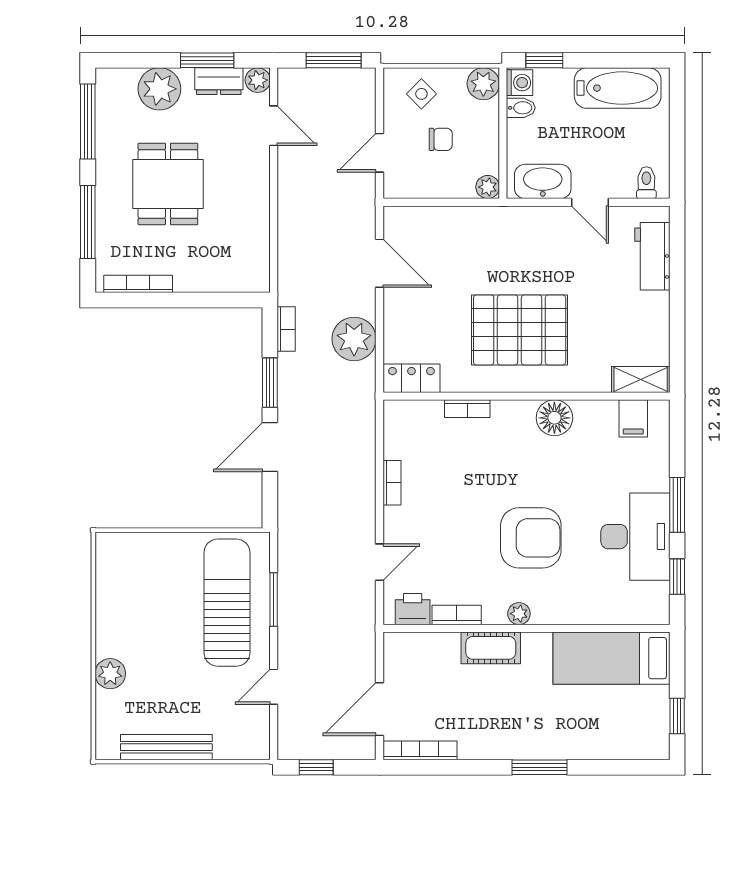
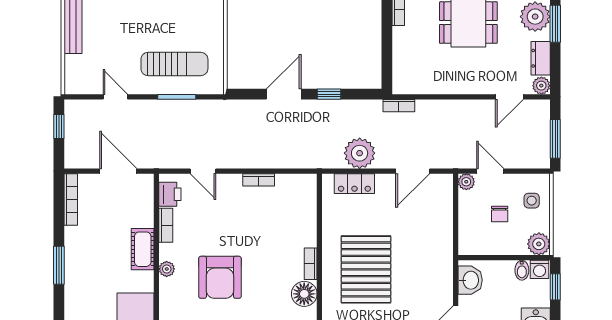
window: (207, 60) -> (555, 24), moved
side table: (421, 94) -> (532, 201), turned 45
washbasin: (543, 181) -> (470, 280), width x0.72
plant: (488, 187) -> (466, 182), moved
bookcase: (286, 329) -> (399, 106), moved
locker: (411, 378) -> (354, 184), moved, turned 90
window: (270, 383) -> (329, 94), width x0.67
bookcase: (467, 409) -> (311, 264), moved
door: (270, 447) -> (284, 94), hinge flipped
sun lounger: (227, 603) -> (174, 64), width x0.73, depth x0.75
door: (379, 709) -> (118, 171), moved
window: (539, 767) -> (59, 265), moved

